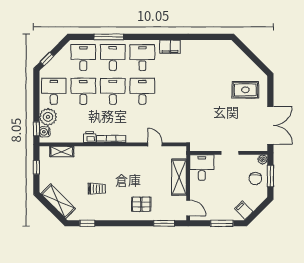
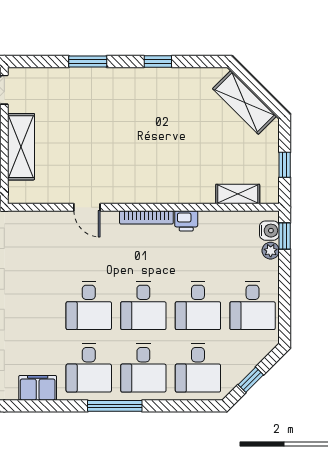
window: (109, 37) -> (115, 406), moved
window: (47, 59) -> (251, 380), moved
plant: (48, 117) -> (271, 251), width x0.53, depth x0.53
door: (155, 144) -> (87, 207), moved
trolley: (97, 189) -> (173, 125), removed
pallet: (141, 204) -> (91, 97), removed
window: (87, 223) -> (158, 62), moved
window: (164, 223) -> (88, 62), moved

